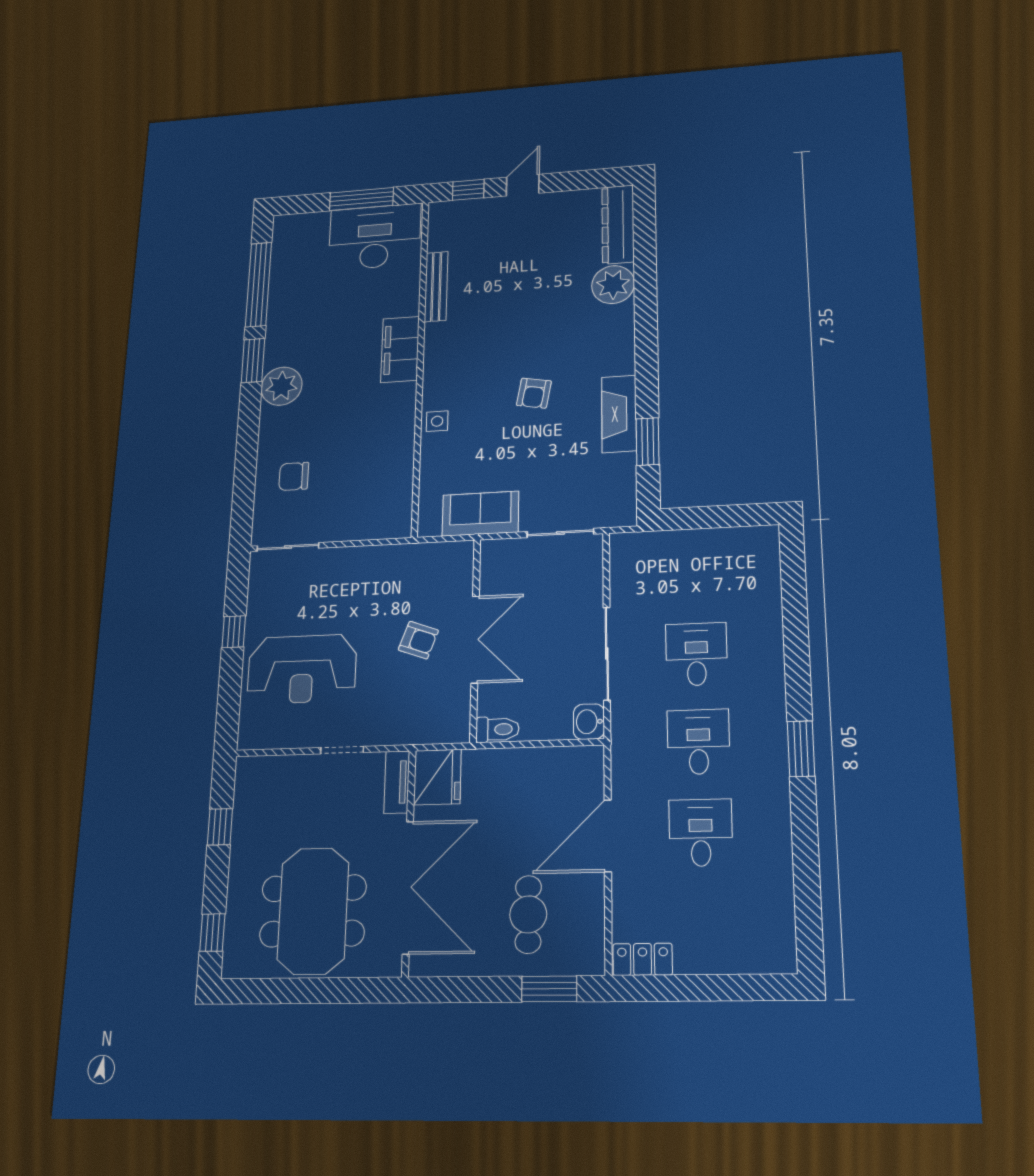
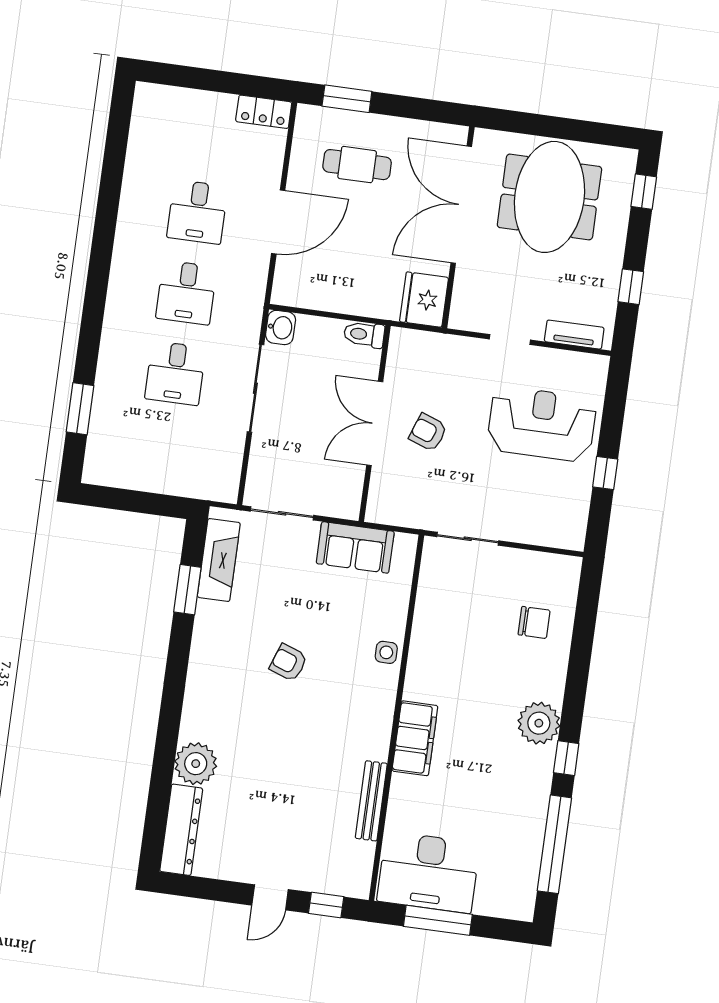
window: (253, 361) -> (566, 758), width x0.67
armchair: (534, 393) -> (288, 663), turned -80
fireplace: (619, 414) -> (219, 560), moved
sliding door: (288, 547) -> (468, 539), moved
window: (801, 749) -> (80, 409), moved
tv unit: (397, 782) -> (574, 335), moved, turned -90
cafe table: (528, 914) -> (357, 165), turned 90

